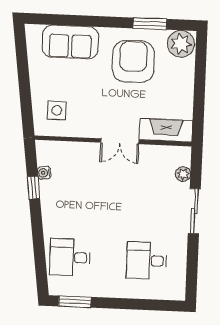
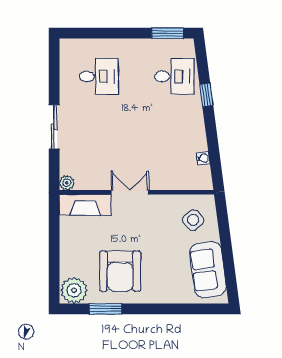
sofa: (70, 42) -> (208, 270), moved, turned -98
side table: (57, 110) -> (193, 220), turned -38
plant: (183, 174) -> (67, 183), moved
window: (34, 187) -> (206, 95), moved

